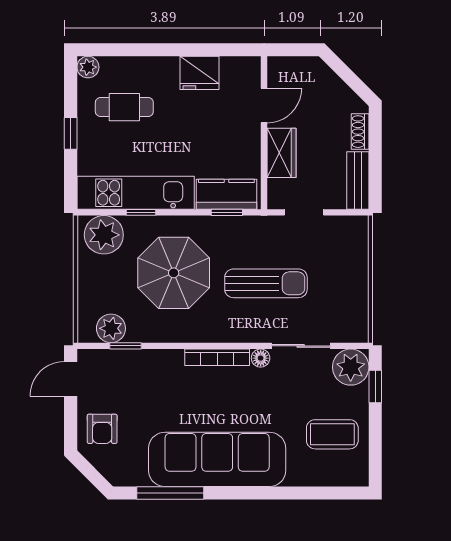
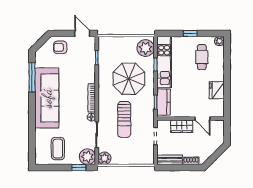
plant: (111, 328) -> (104, 158), moved

